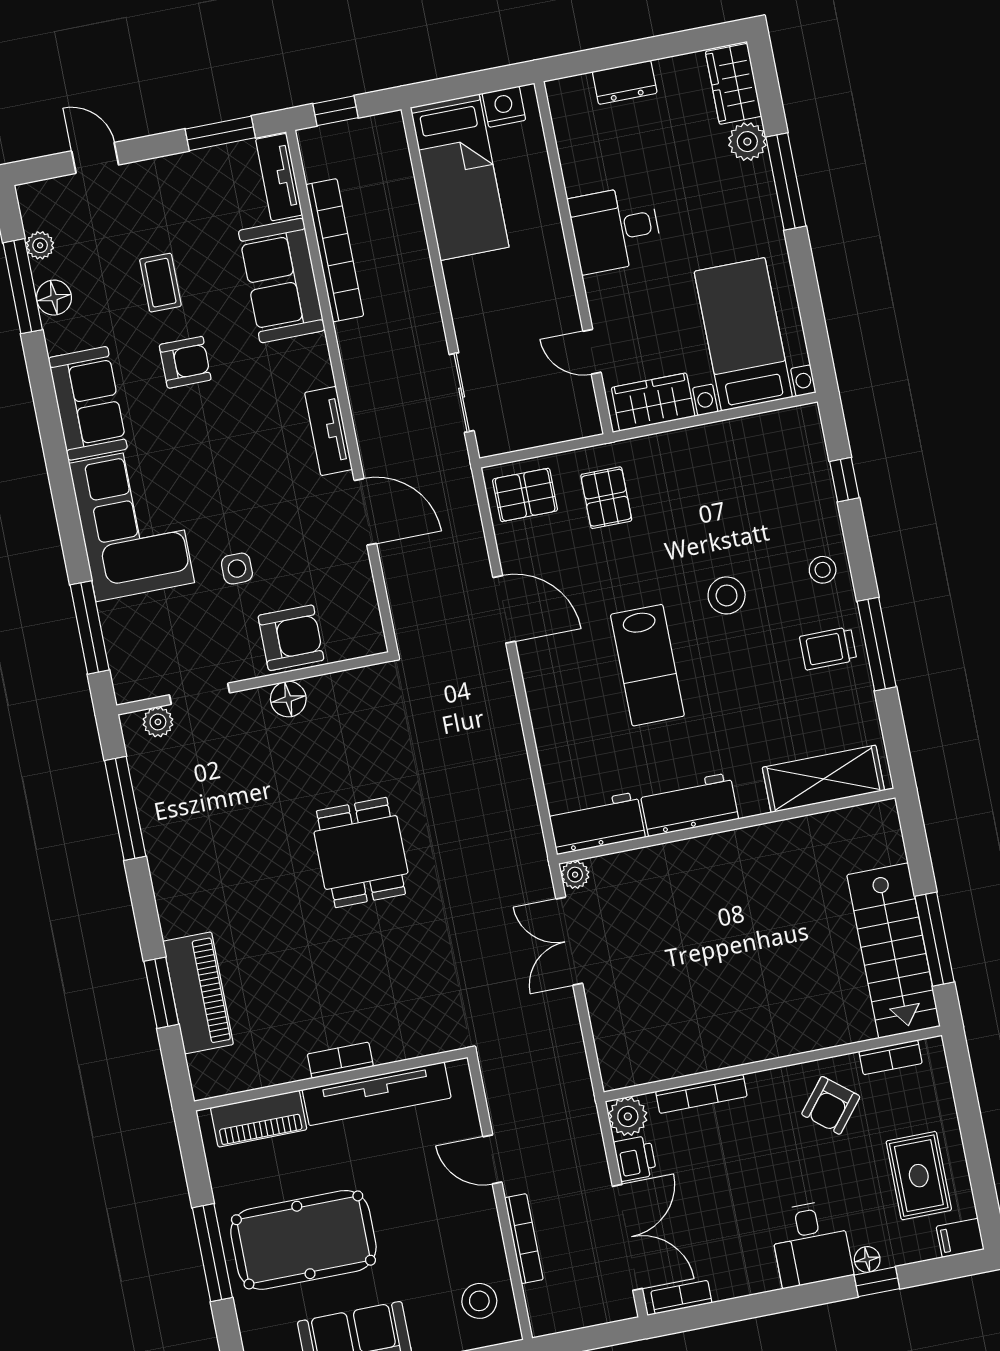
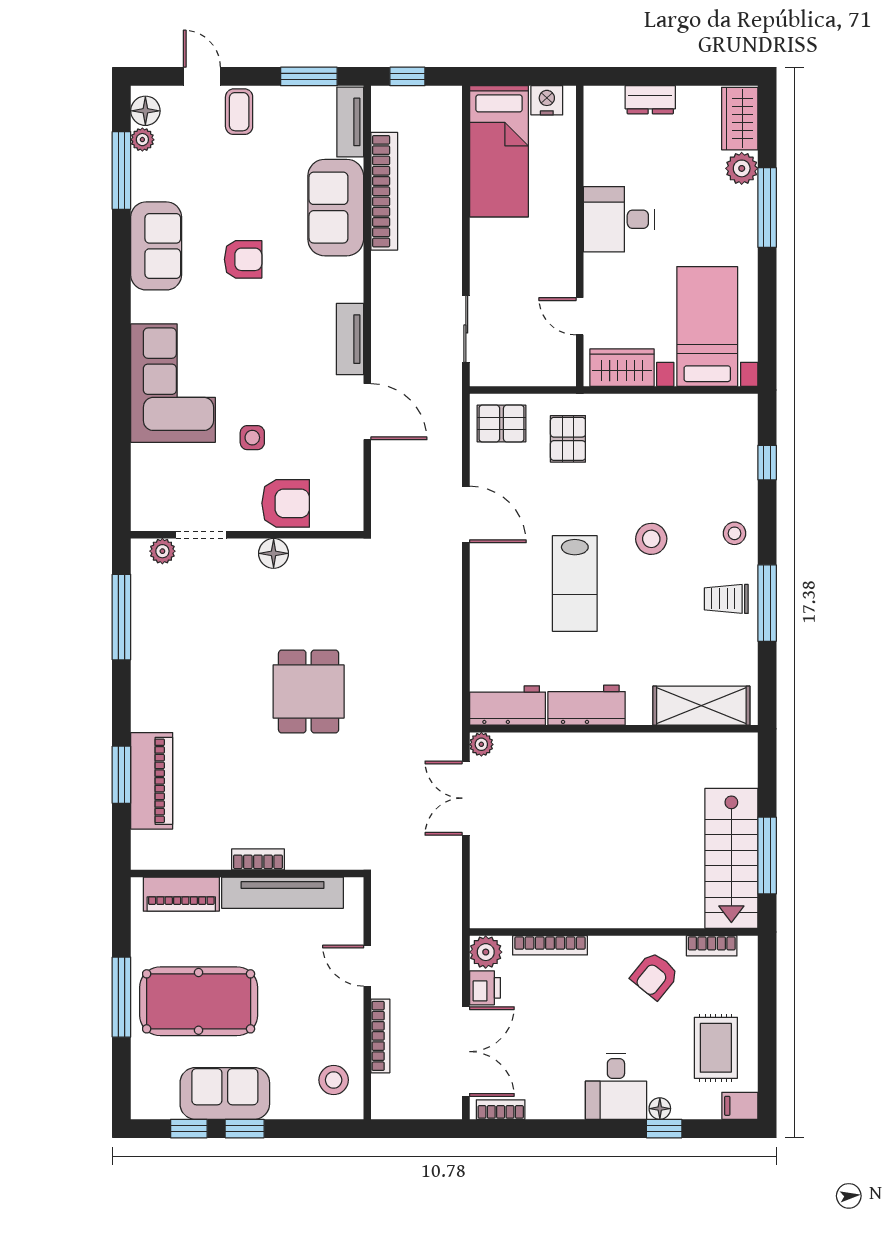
coffee table: (160, 283) -> (239, 112), moved
floor lamp: (54, 298) -> (145, 111), moved
sofa: (88, 403) -> (156, 246), moved
window: (90, 627) -> (121, 462), removed

